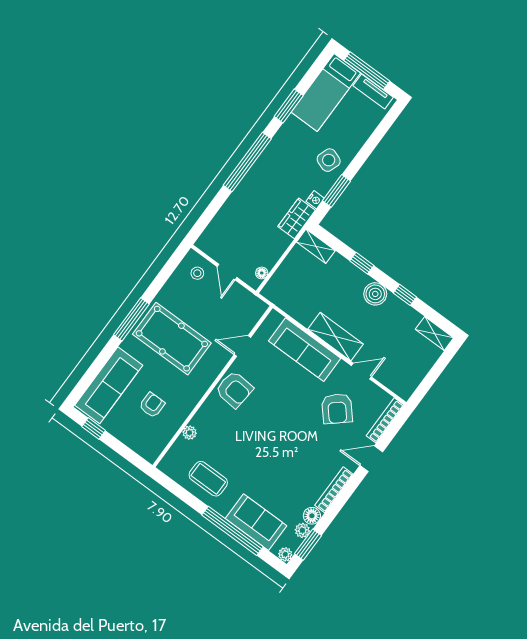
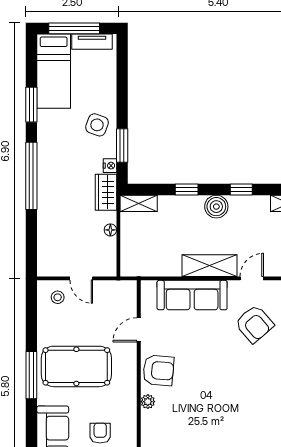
floor lamp: (262, 273) -> (110, 230), moved
plant: (190, 433) -> (148, 402), moved

